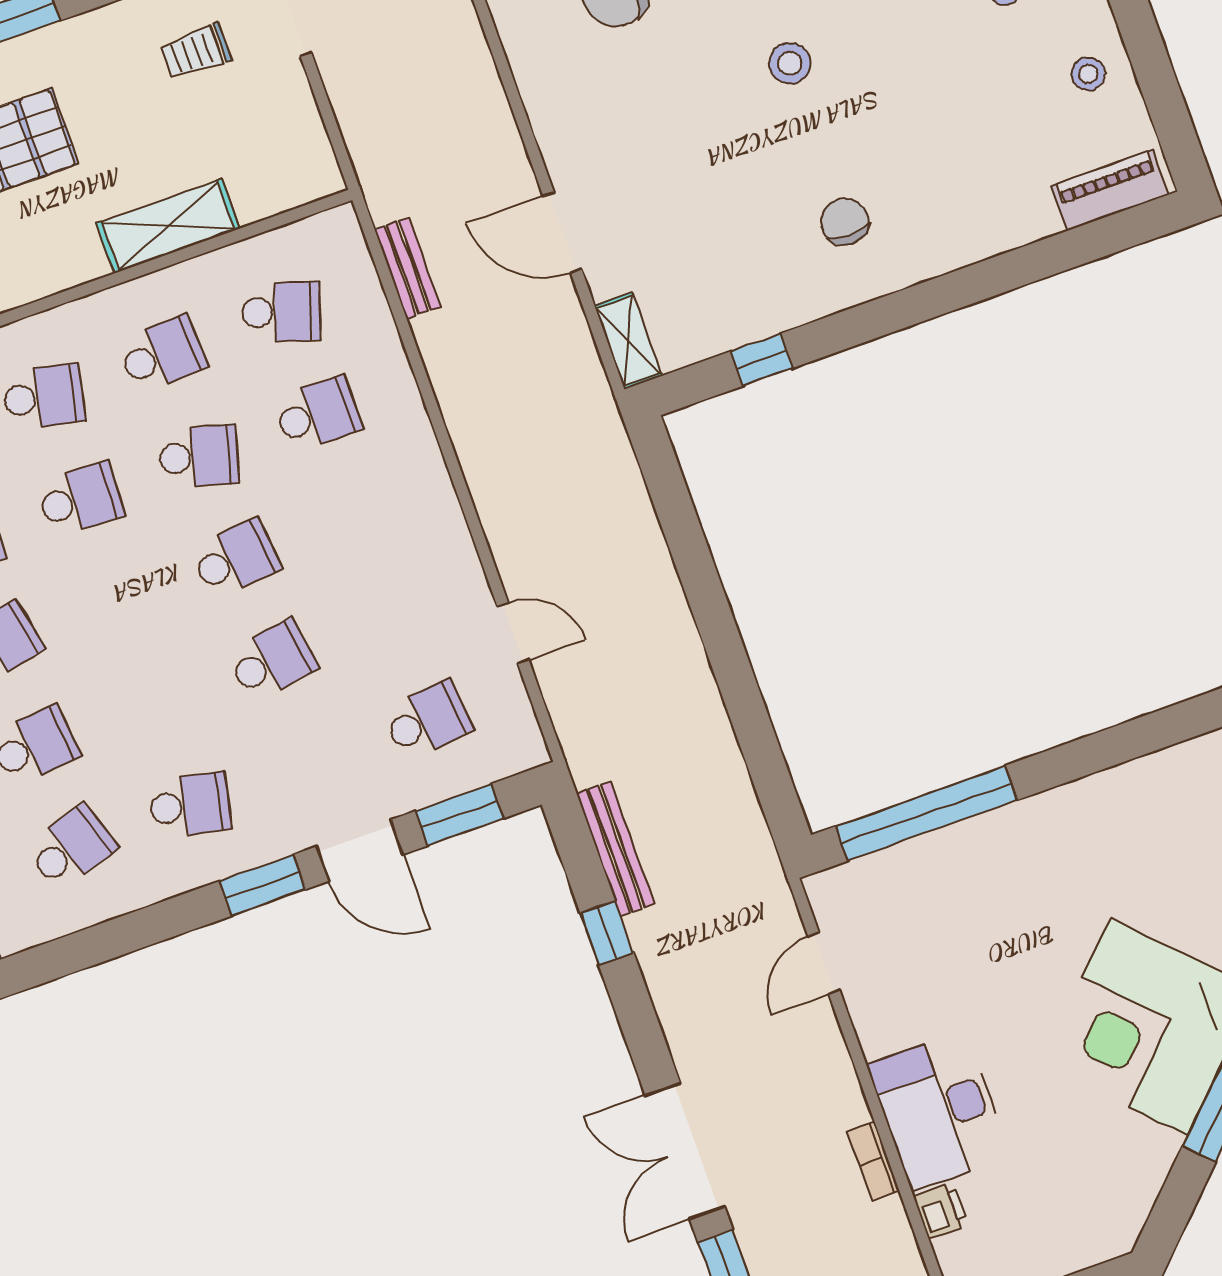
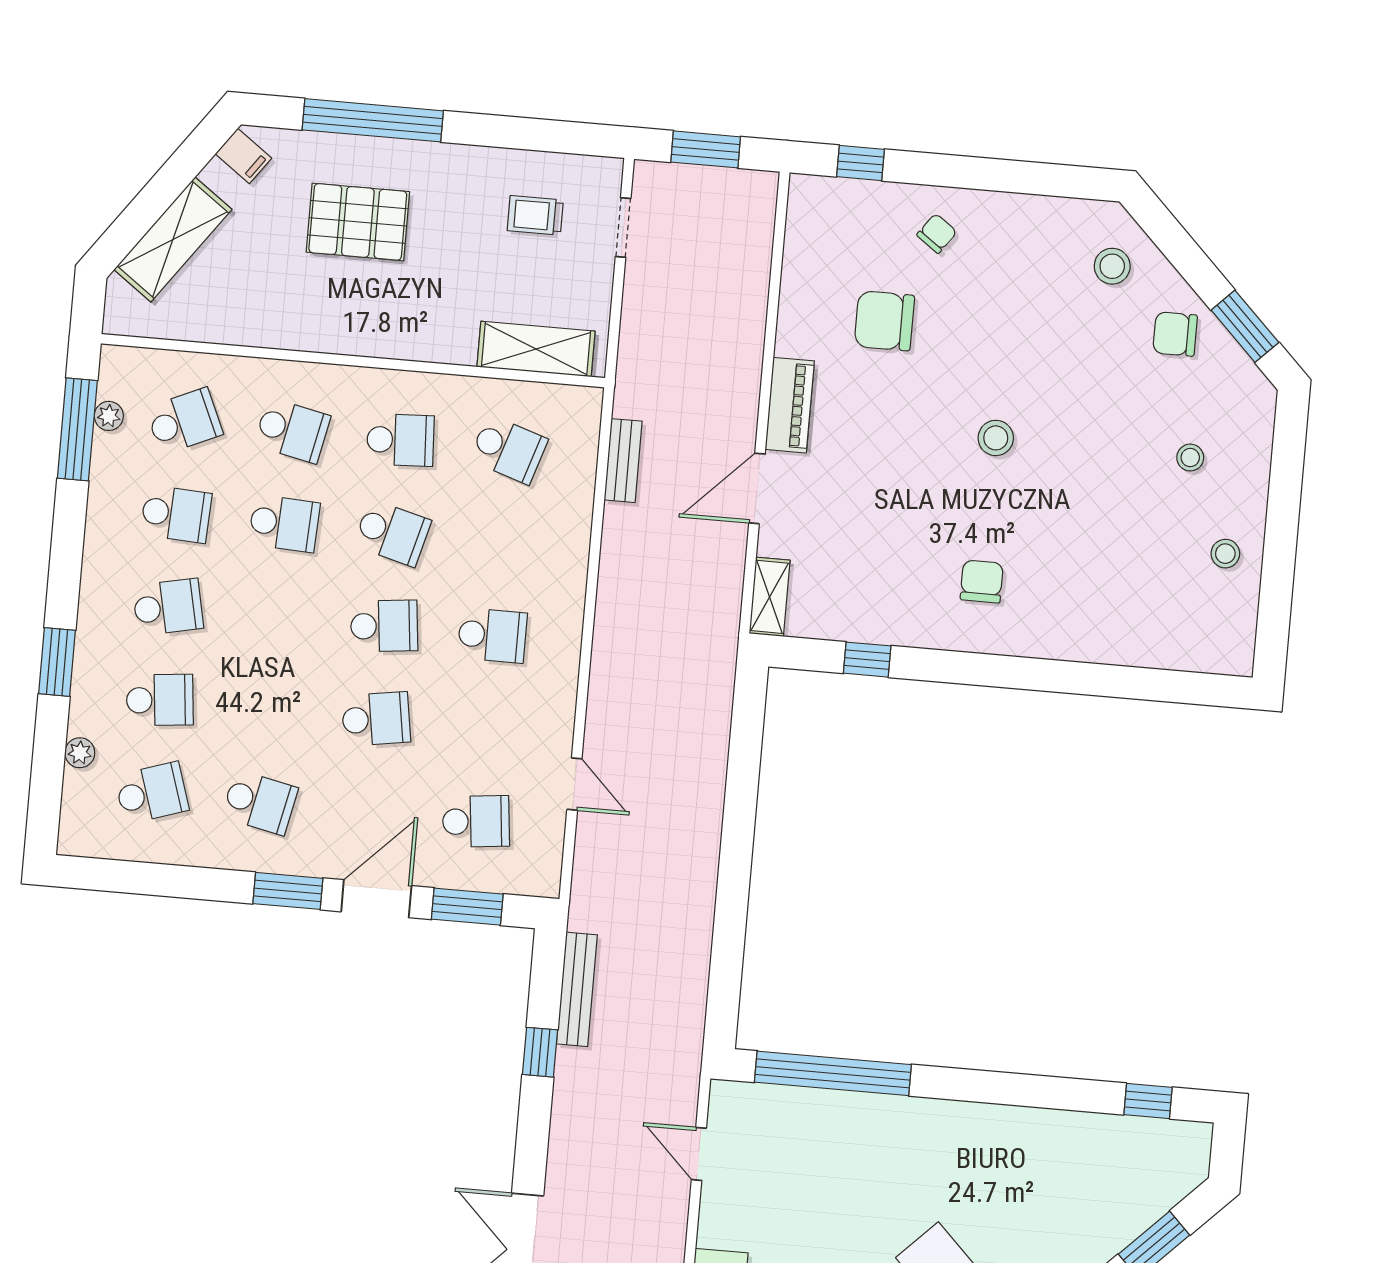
piano: (1110, 190) -> (790, 405), moved, turned 90
shelving: (168, 226) -> (536, 349), moved
door: (562, 233) -> (757, 488), hinge flipped
school desk: (318, 414) -> (492, 635), moved
door: (360, 850) -> (376, 899), swing flipped
door: (824, 963) -> (699, 1154), hinge flipped

